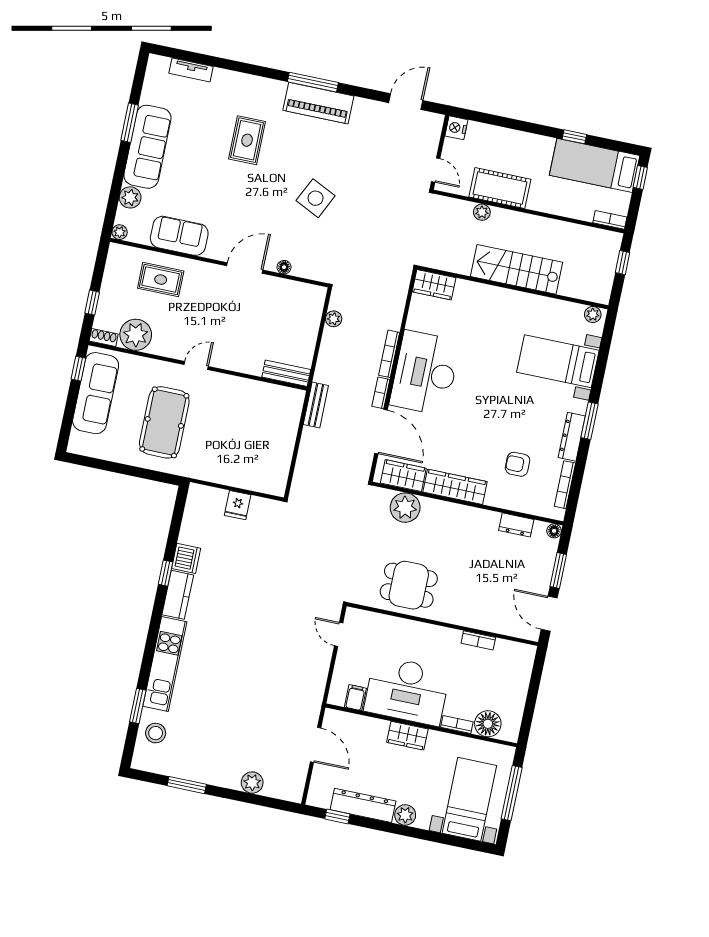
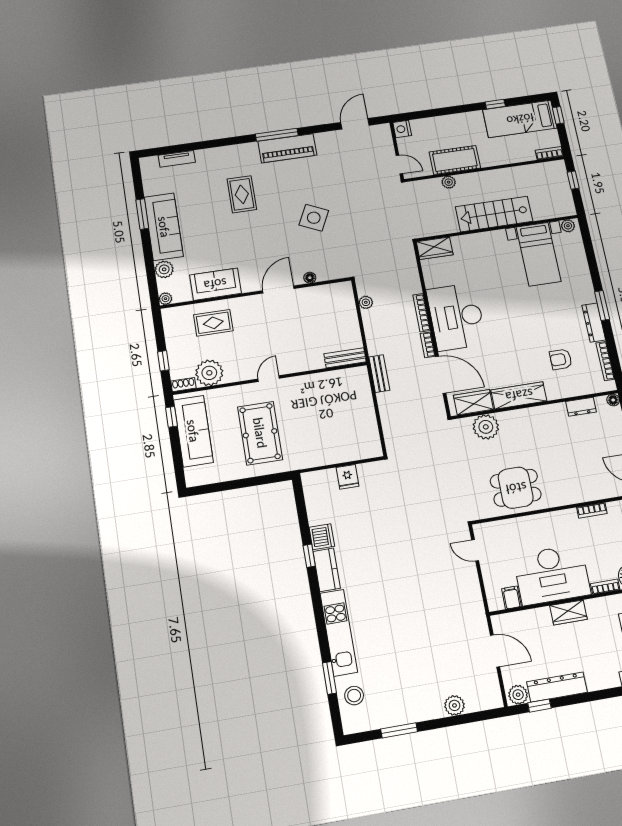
bed with nightstands: (558, 361) -> (539, 254), moved, turned -90
plant: (405, 815) -> (518, 695), moved

